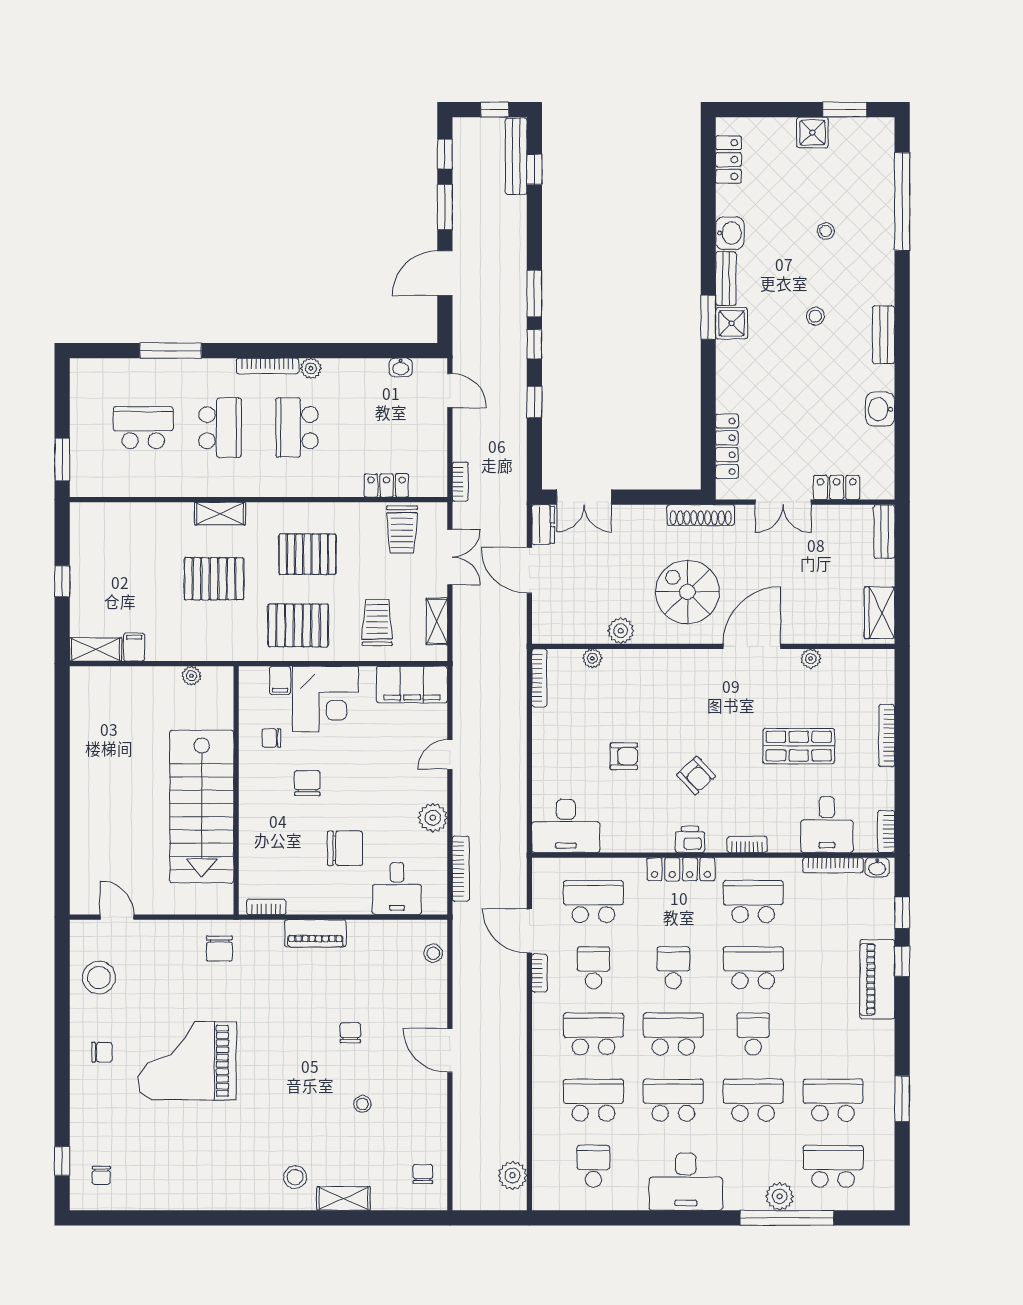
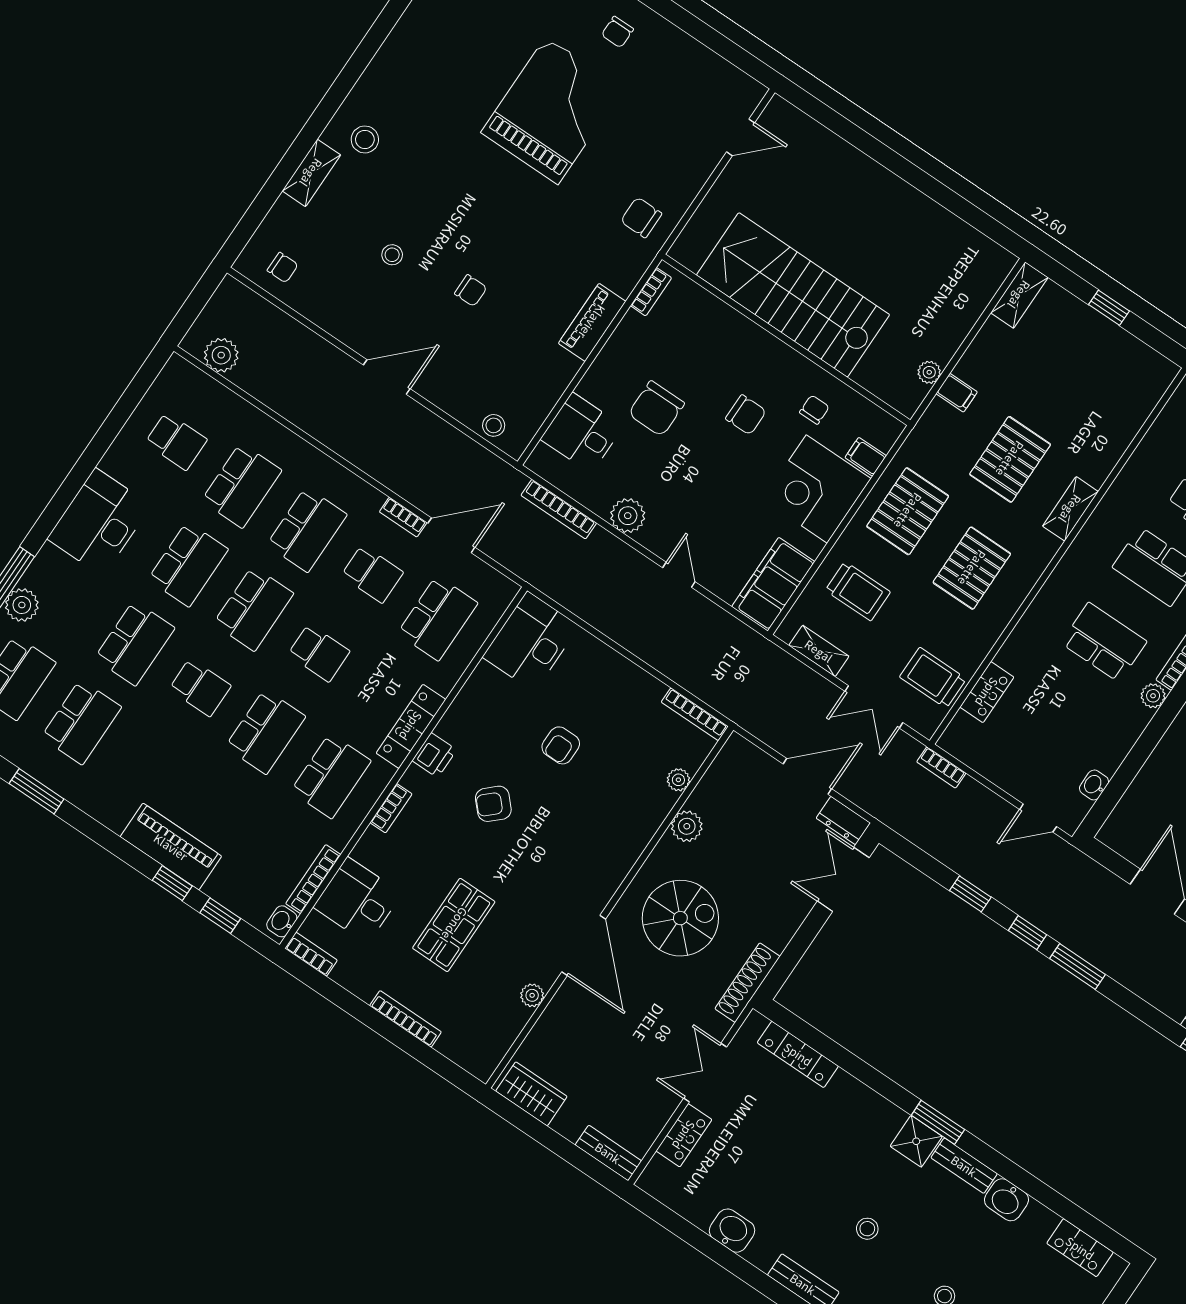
filing cabinet: (134, 647) -> (957, 393), moved
stool: (99, 978) -> (693, 79), removed

